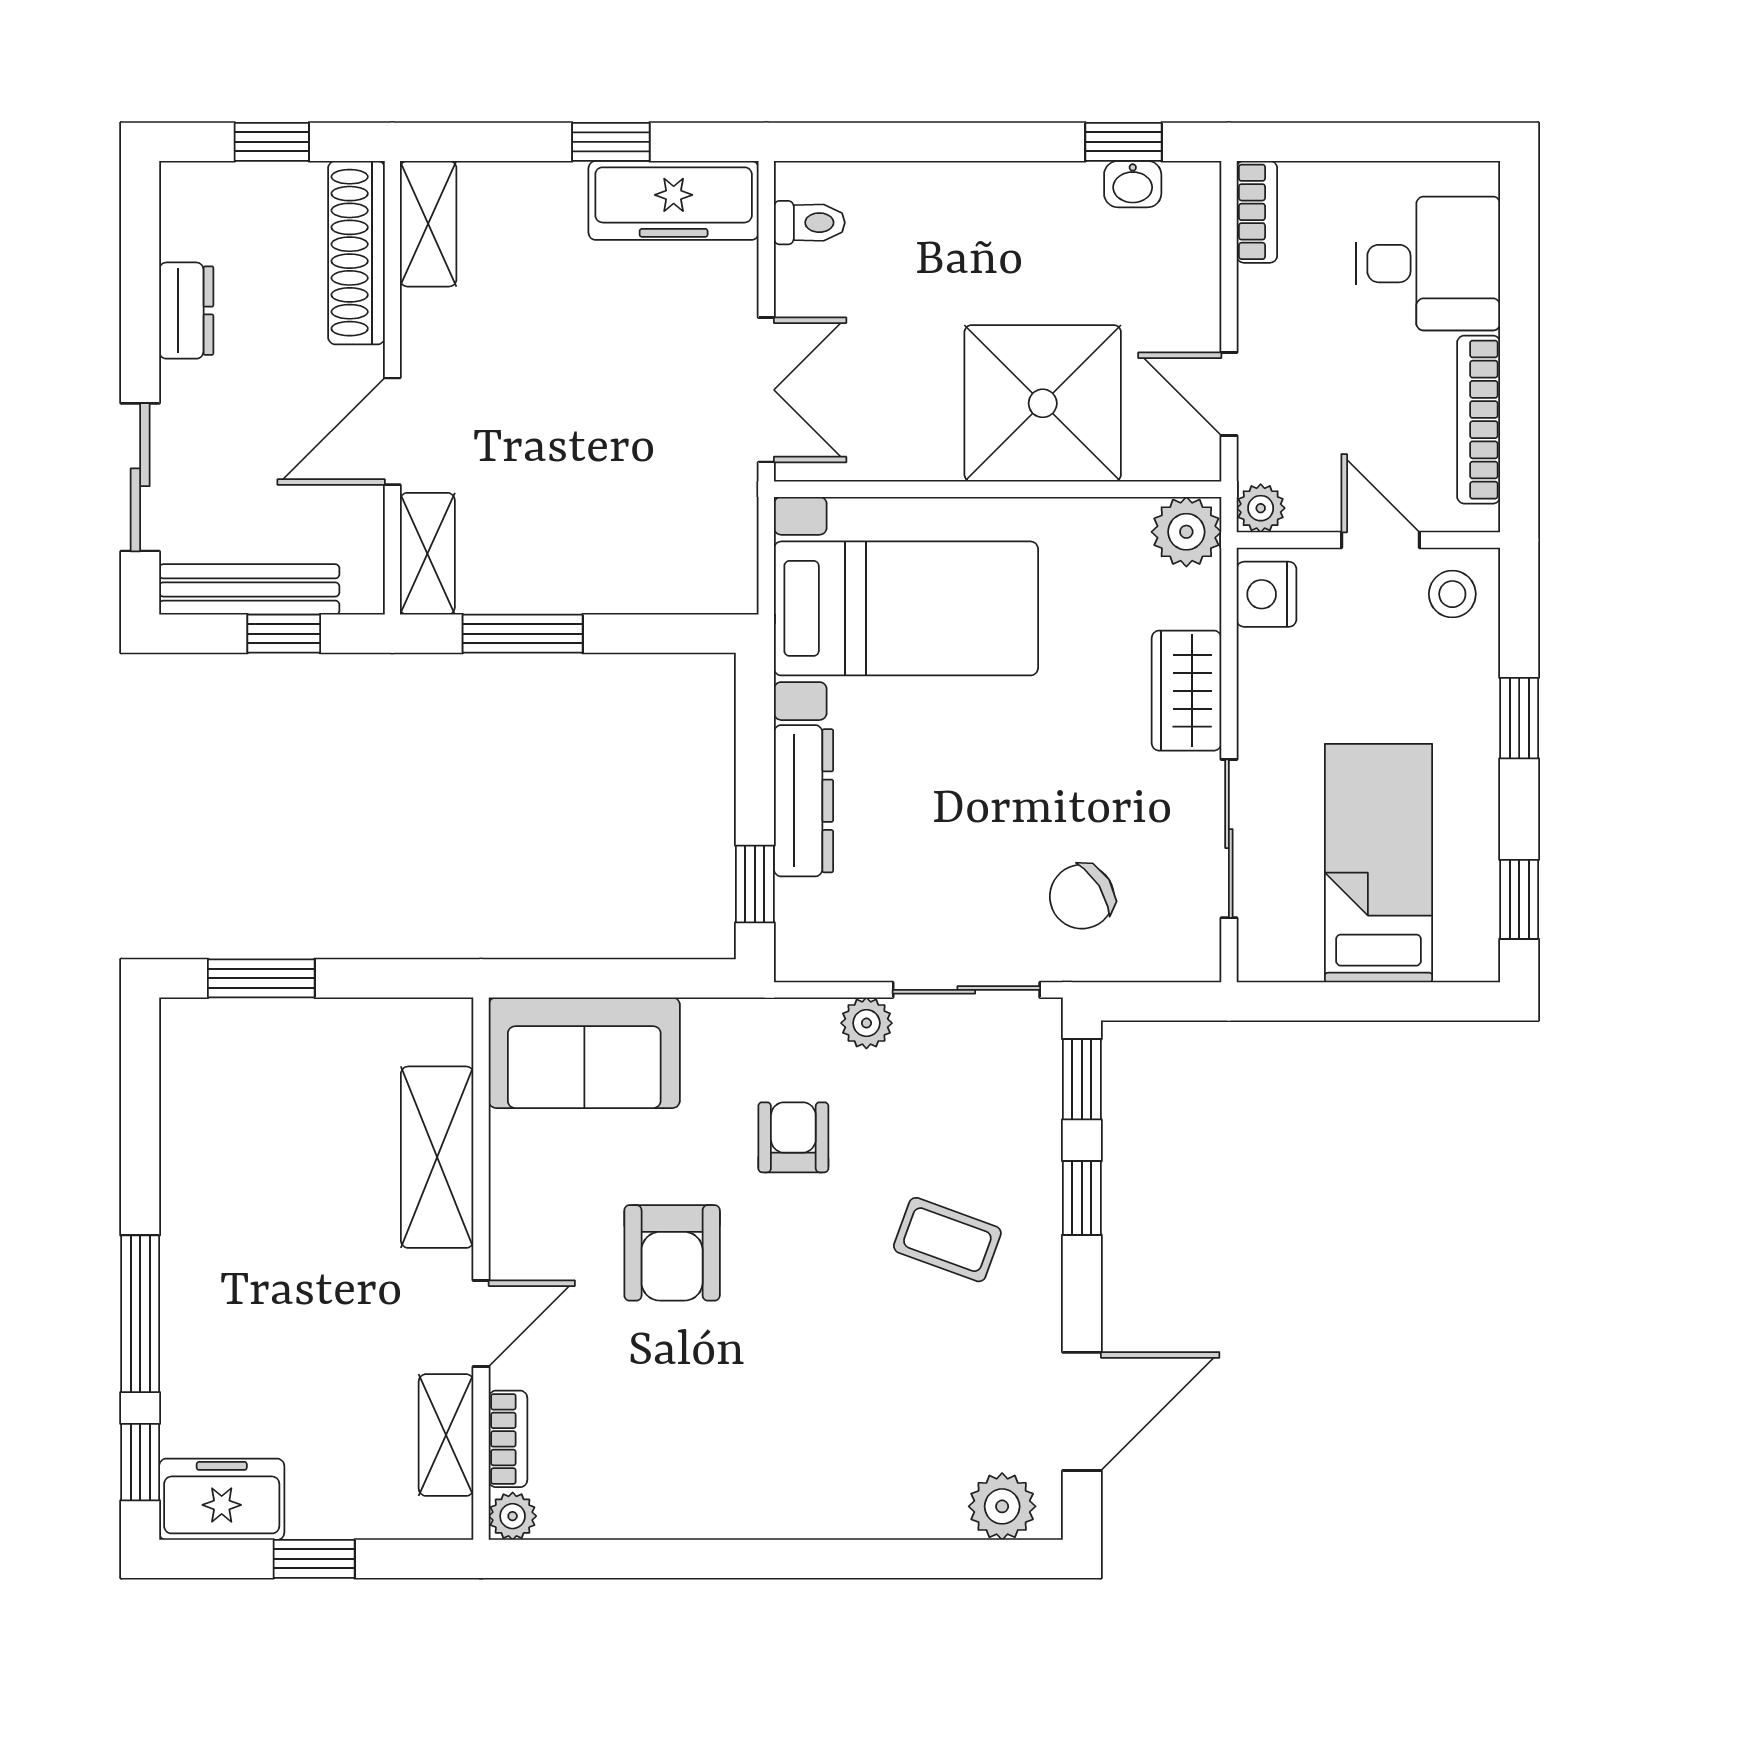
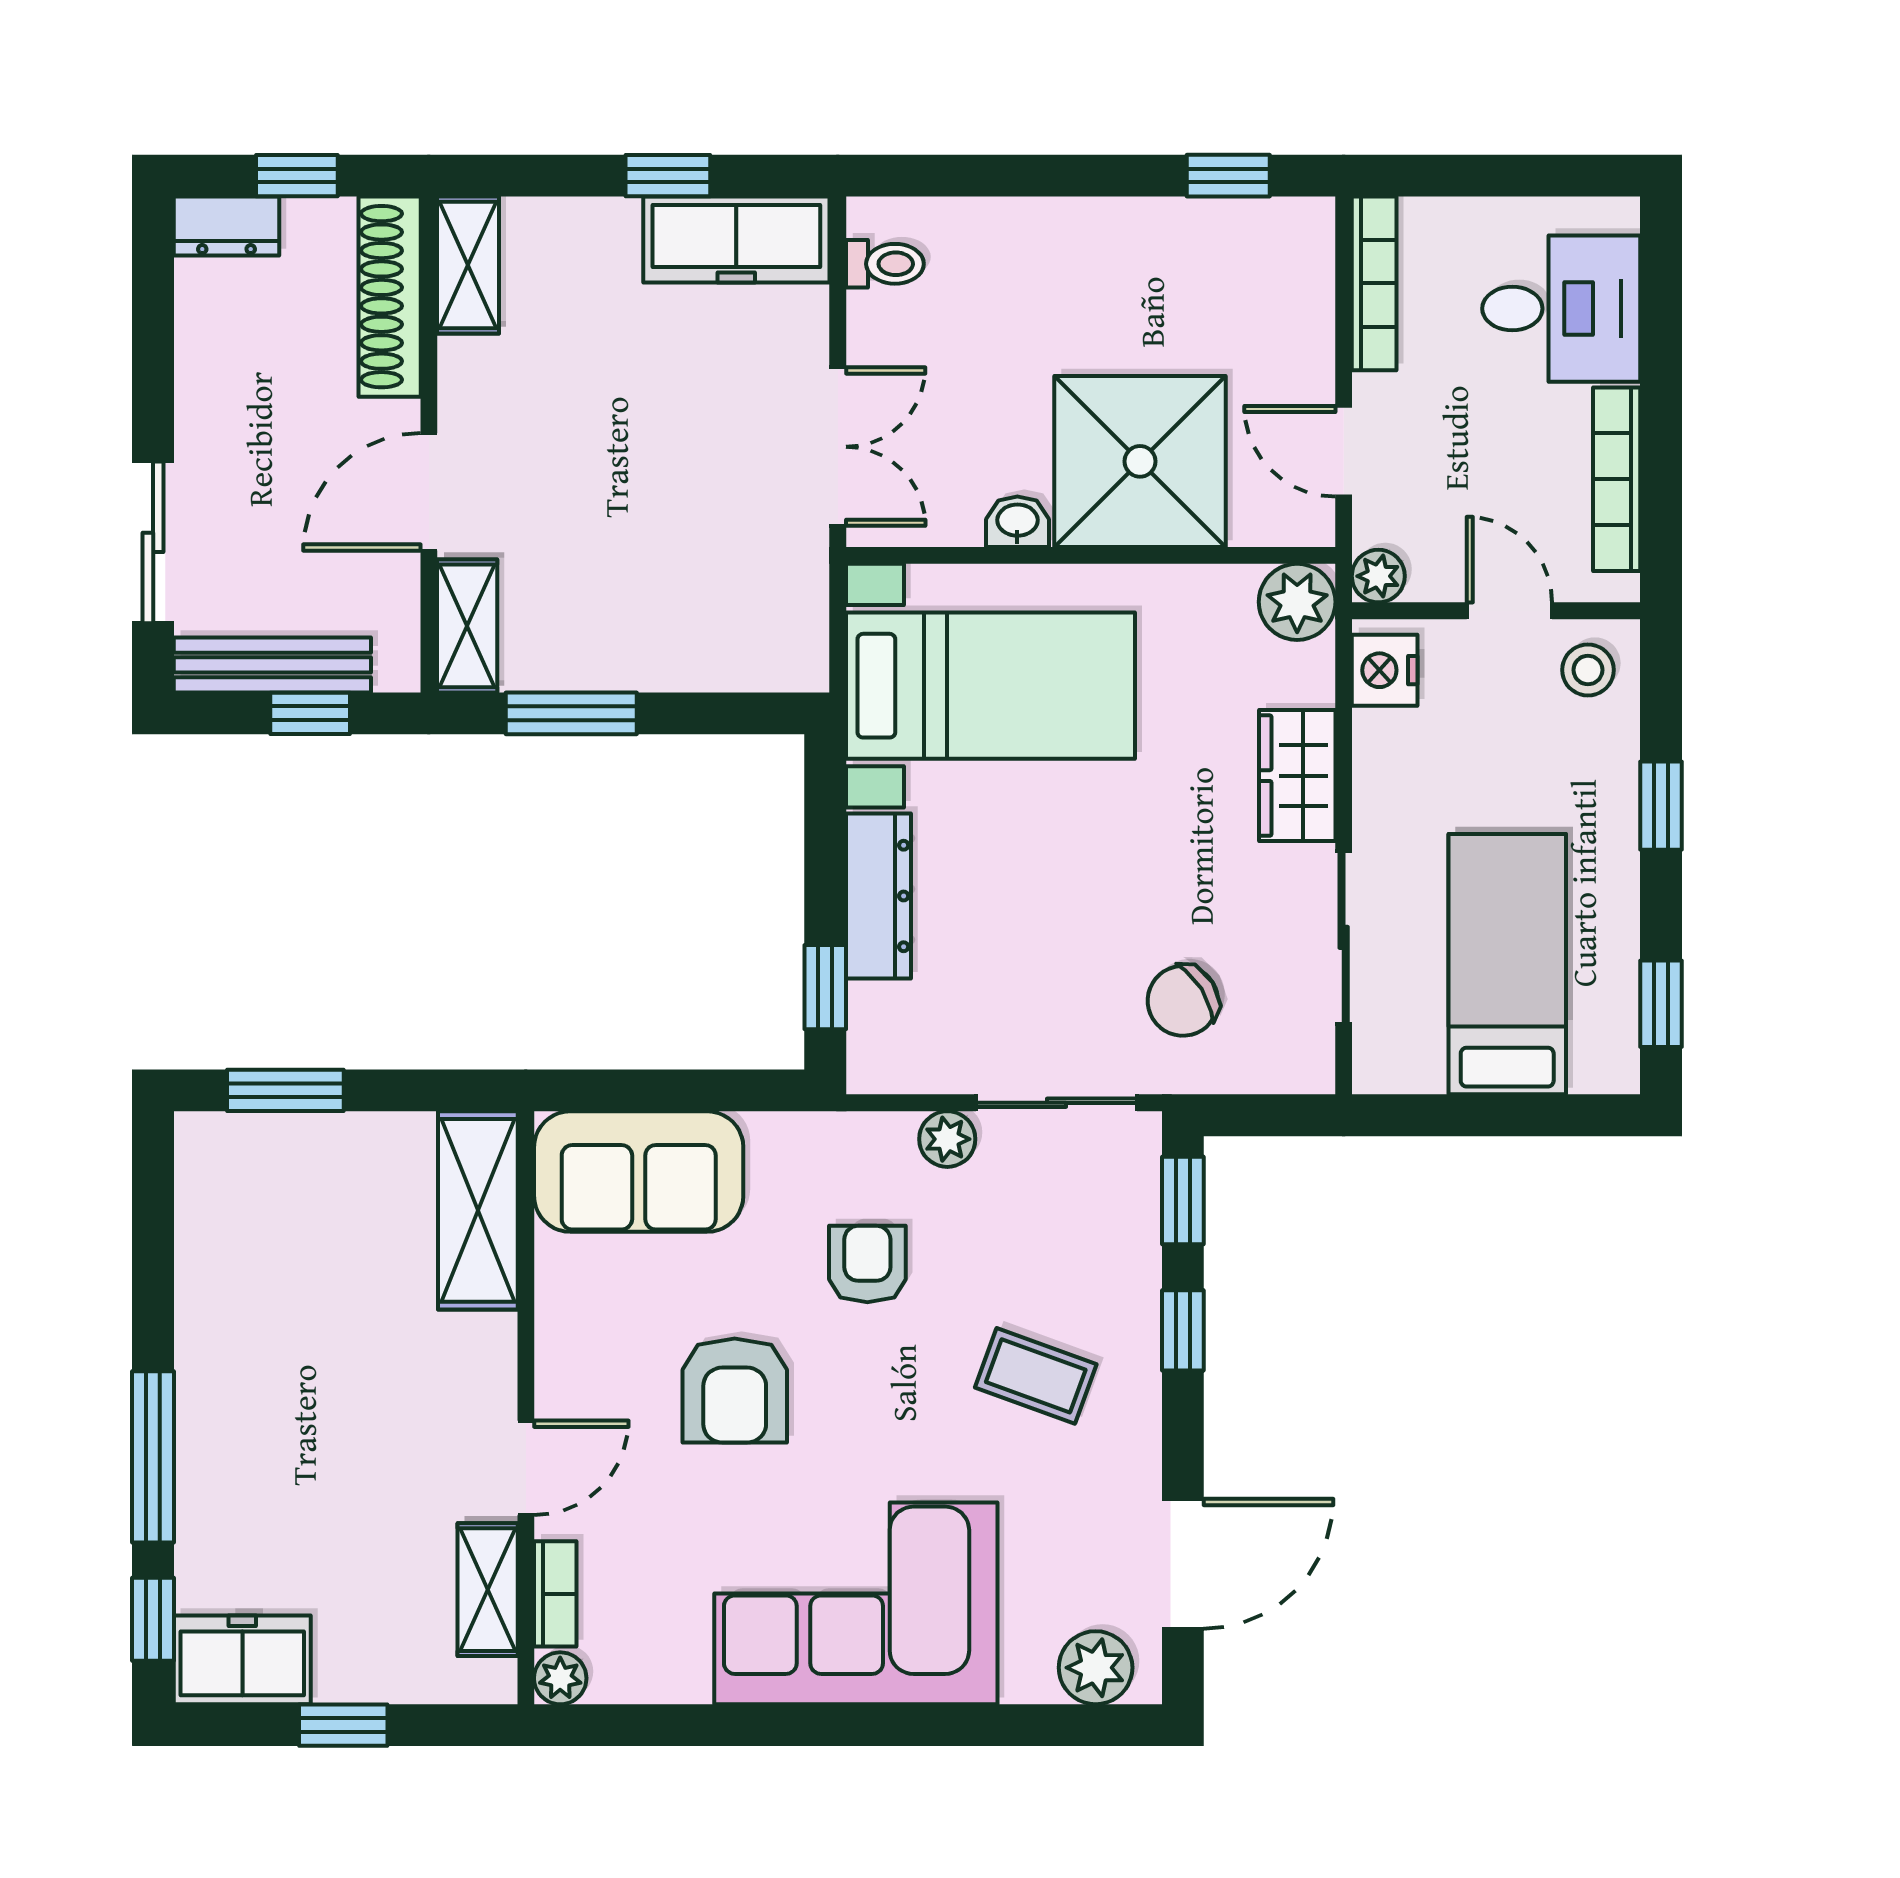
washbasin: (1133, 184) -> (1017, 522), moved, turned 180
bookcase: (1257, 212) -> (1374, 283), width x1.56
dresser: (186, 311) -> (226, 226), moved, turned 90
shelving: (437, 1157) -> (478, 1210), moved
corner sofa: (783, 1448) -> (856, 1603), added

